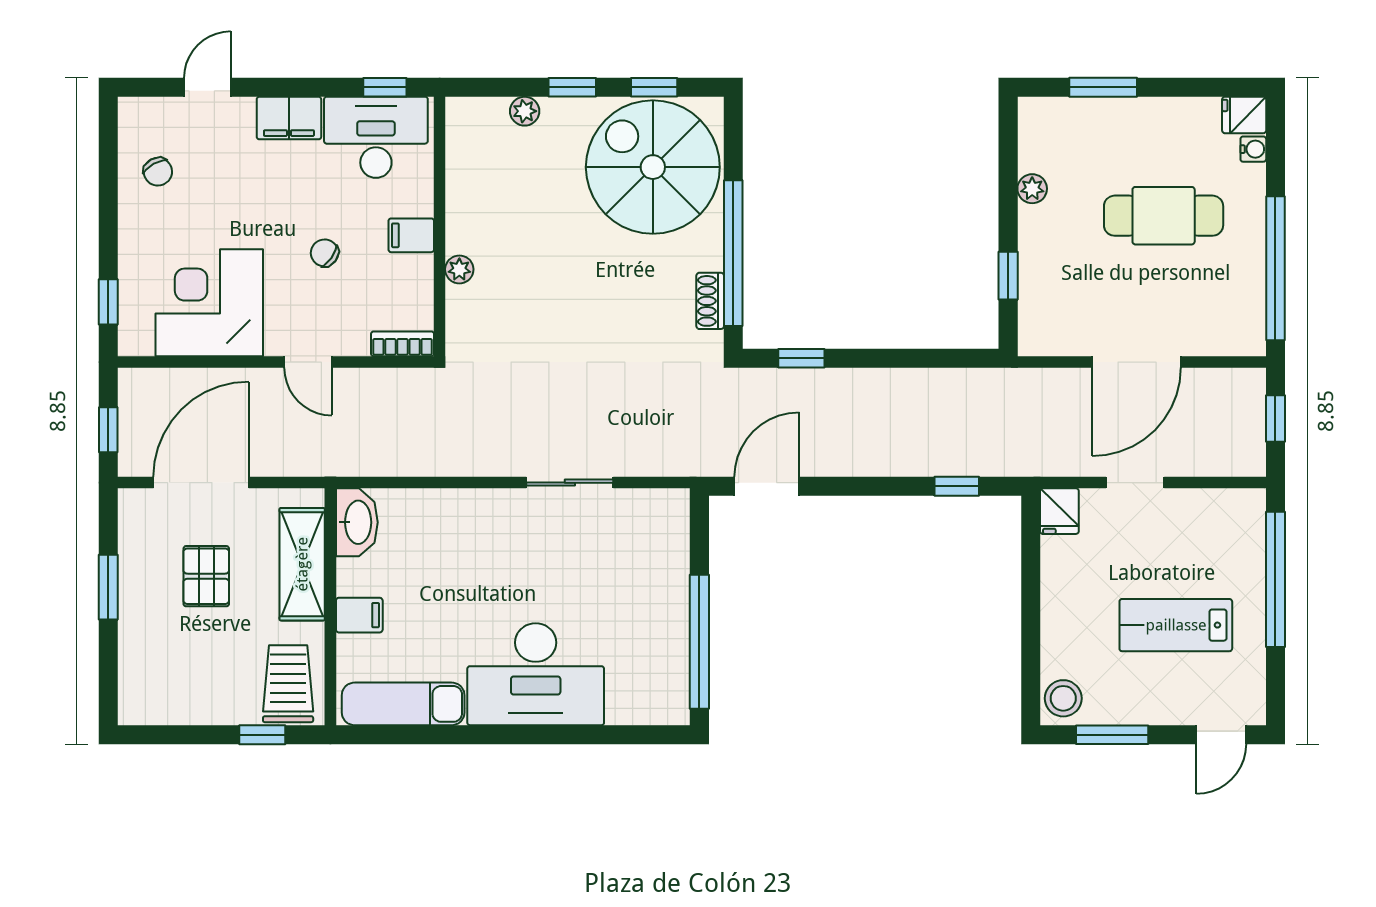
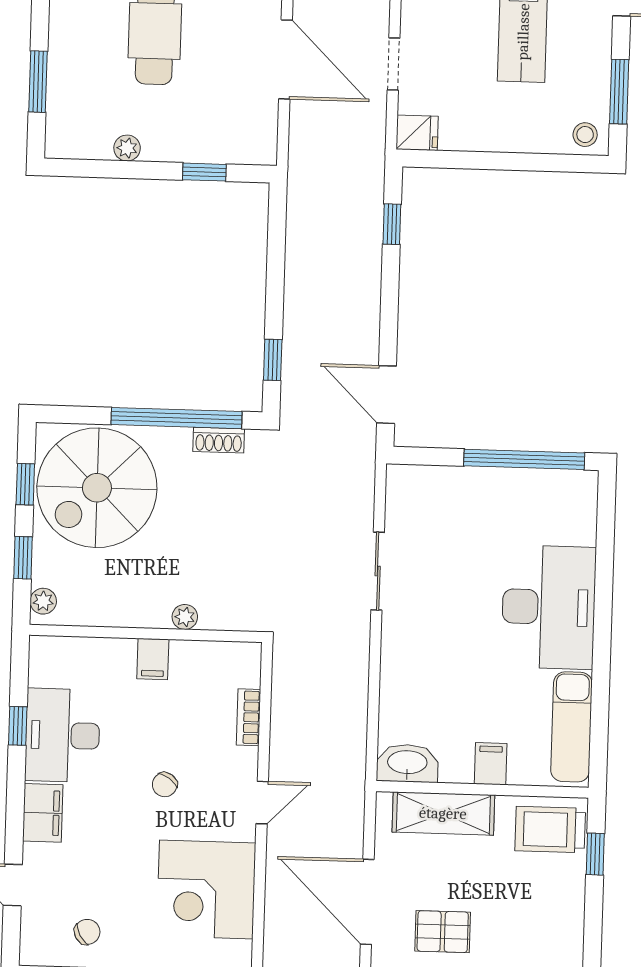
wall: (440, 226) -> (146, 633), moved
filing cabinet: (411, 235) -> (153, 659), moved
plant: (459, 269) -> (185, 617), moved
pallet: (206, 576) -> (443, 932), moved
stool: (1063, 698) -> (585, 135), width x0.73, depth x0.73

